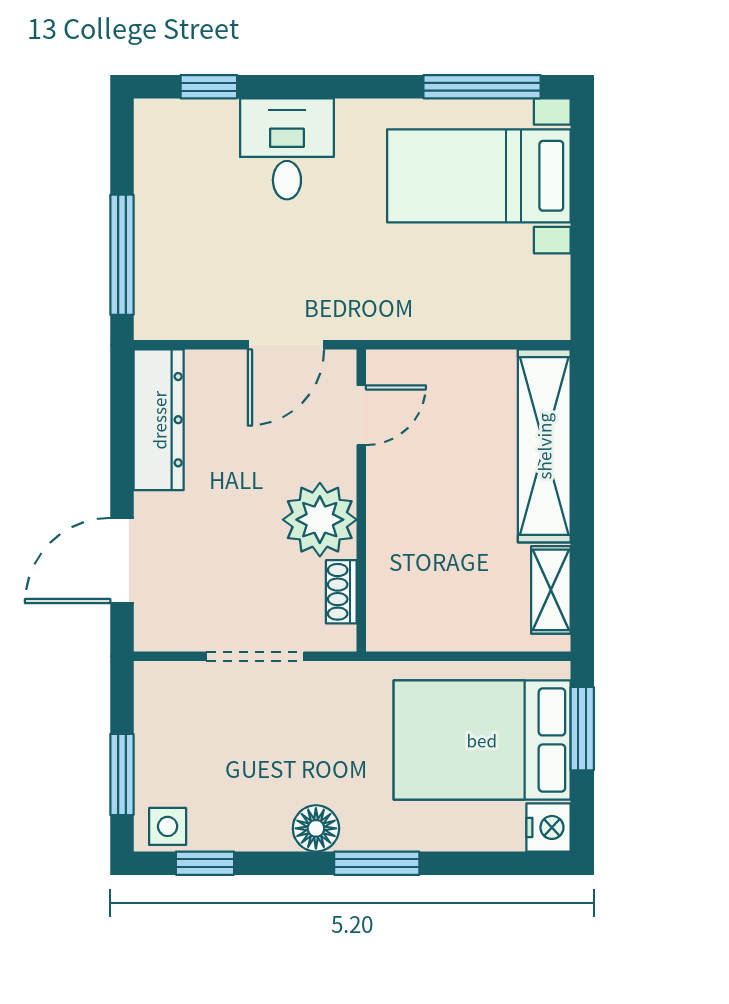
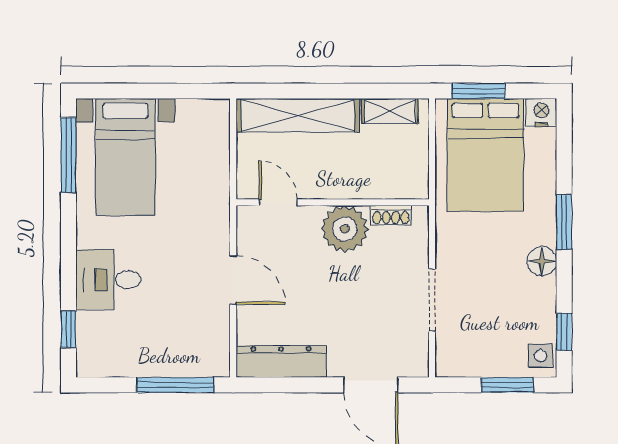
door: (361, 415) -> (278, 202), moved
wall: (361, 500) -> (333, 202), moved
plant: (320, 520) -> (345, 229), moved
shoe rack: (341, 592) -> (391, 215), moved

